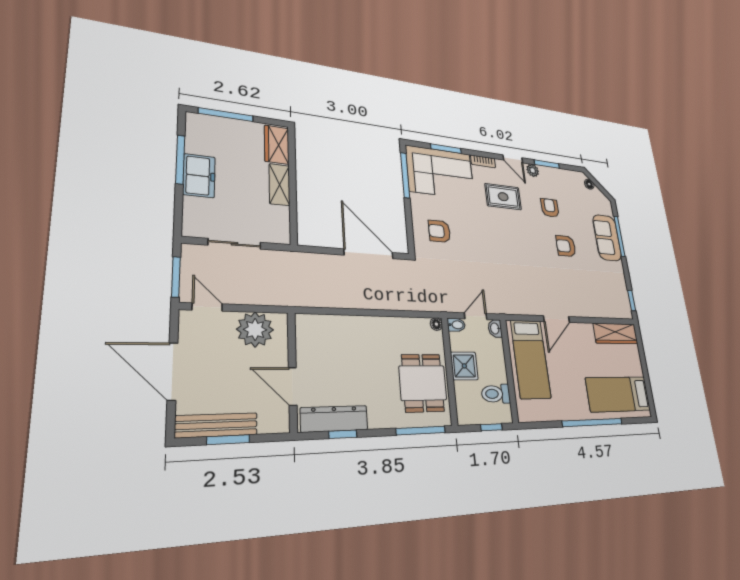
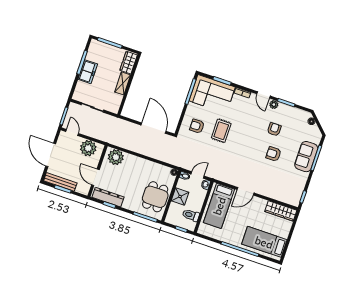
rug: (503, 197) -> (221, 131), moved, turned 90
plant: (319, 330) -> (116, 157), added

